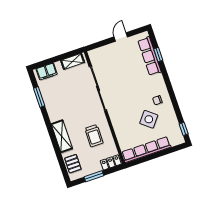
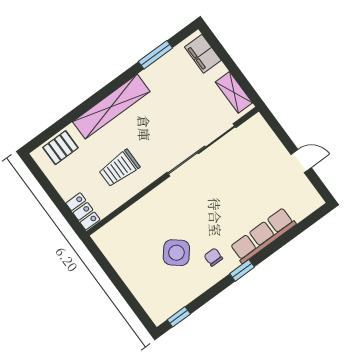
window: (158, 55) -> (242, 270), moved
row of seats: (150, 56) -> (263, 235), moved
shelving: (62, 136) -> (111, 107), width x1.47
row of seats: (146, 150) -> (124, 265), removed
window: (94, 176) -> (50, 190), removed

